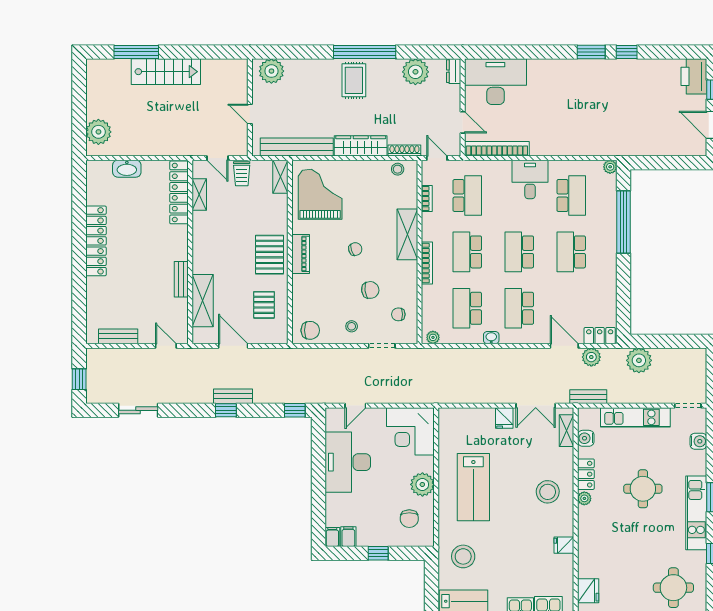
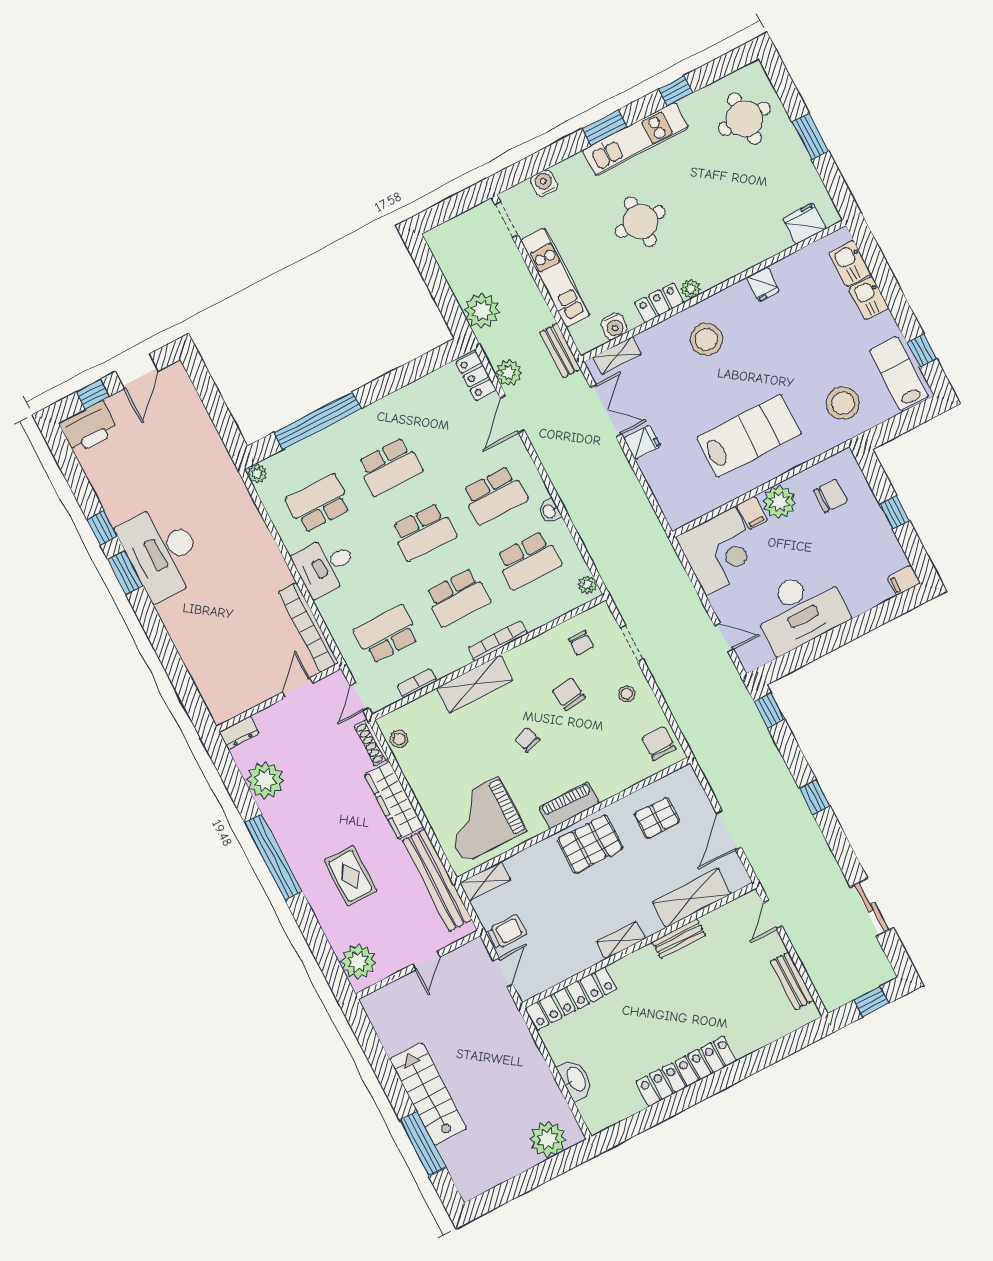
rug: (354, 80) -> (350, 876), moved, turned 90
desk: (495, 82) -> (162, 552), moved
shelving: (199, 194) -> (621, 940), moved
bench: (233, 396) -> (792, 797), removed
filing cabinet: (348, 537) -> (752, 513), moved, turned -90

